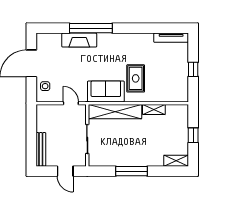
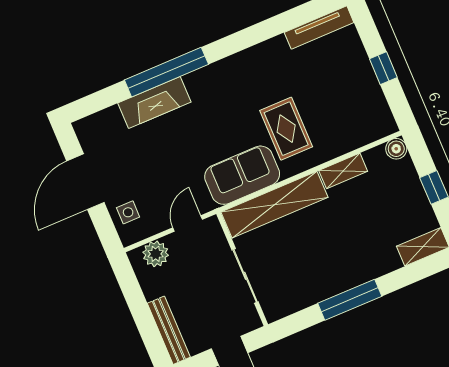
door: (71, 103) -> (188, 223), hinge flipped
boiler: (183, 110) -> (396, 149), added
plant: (50, 111) -> (156, 254), added

